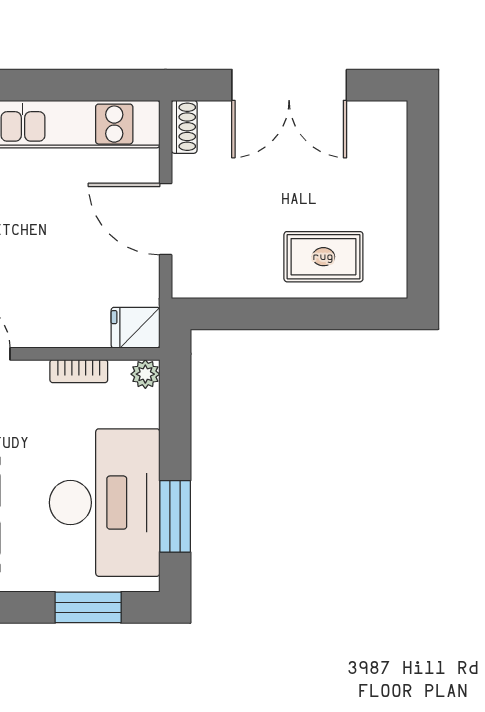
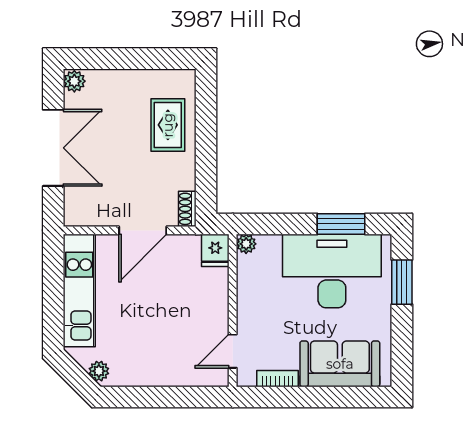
plant: (389, 117) -> (74, 81), added
shoe rack: (184, 127) -> (187, 209), moved, turned -90
bookcase: (79, 371) -> (244, 288), removed

